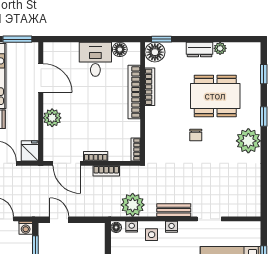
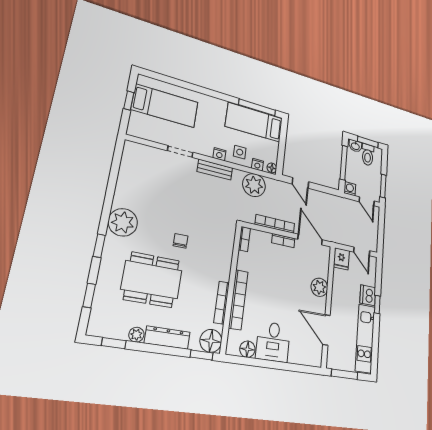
window: (237, 39) -> (114, 343), added
dresser: (200, 50) -> (167, 338), width x1.44
bookcase: (106, 171) -> (275, 224), width x1.56
door: (59, 220) -> (300, 183), moved

